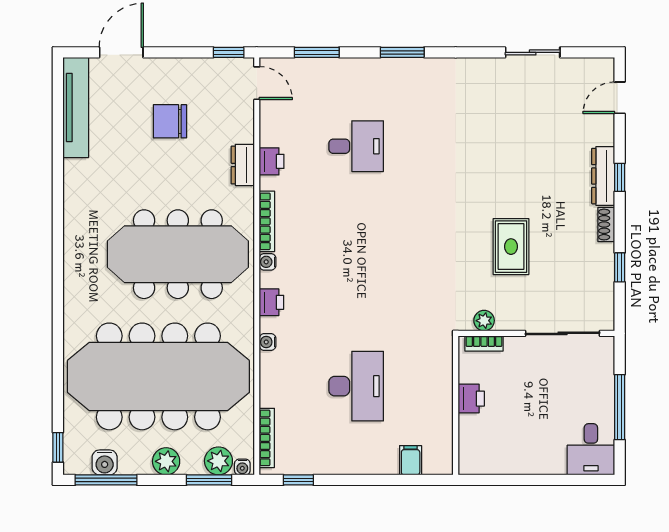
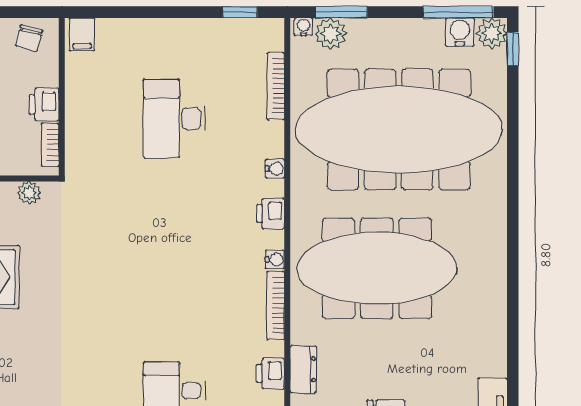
bookcase: (484, 343) -> (50, 145), moved, turned -90
bookcase: (267, 438) -> (276, 86), moved
chair: (484, 457) -> (29, 38), added
filing cabinet: (411, 460) -> (82, 34), moved
plant: (166, 461) -> (492, 33), moved

